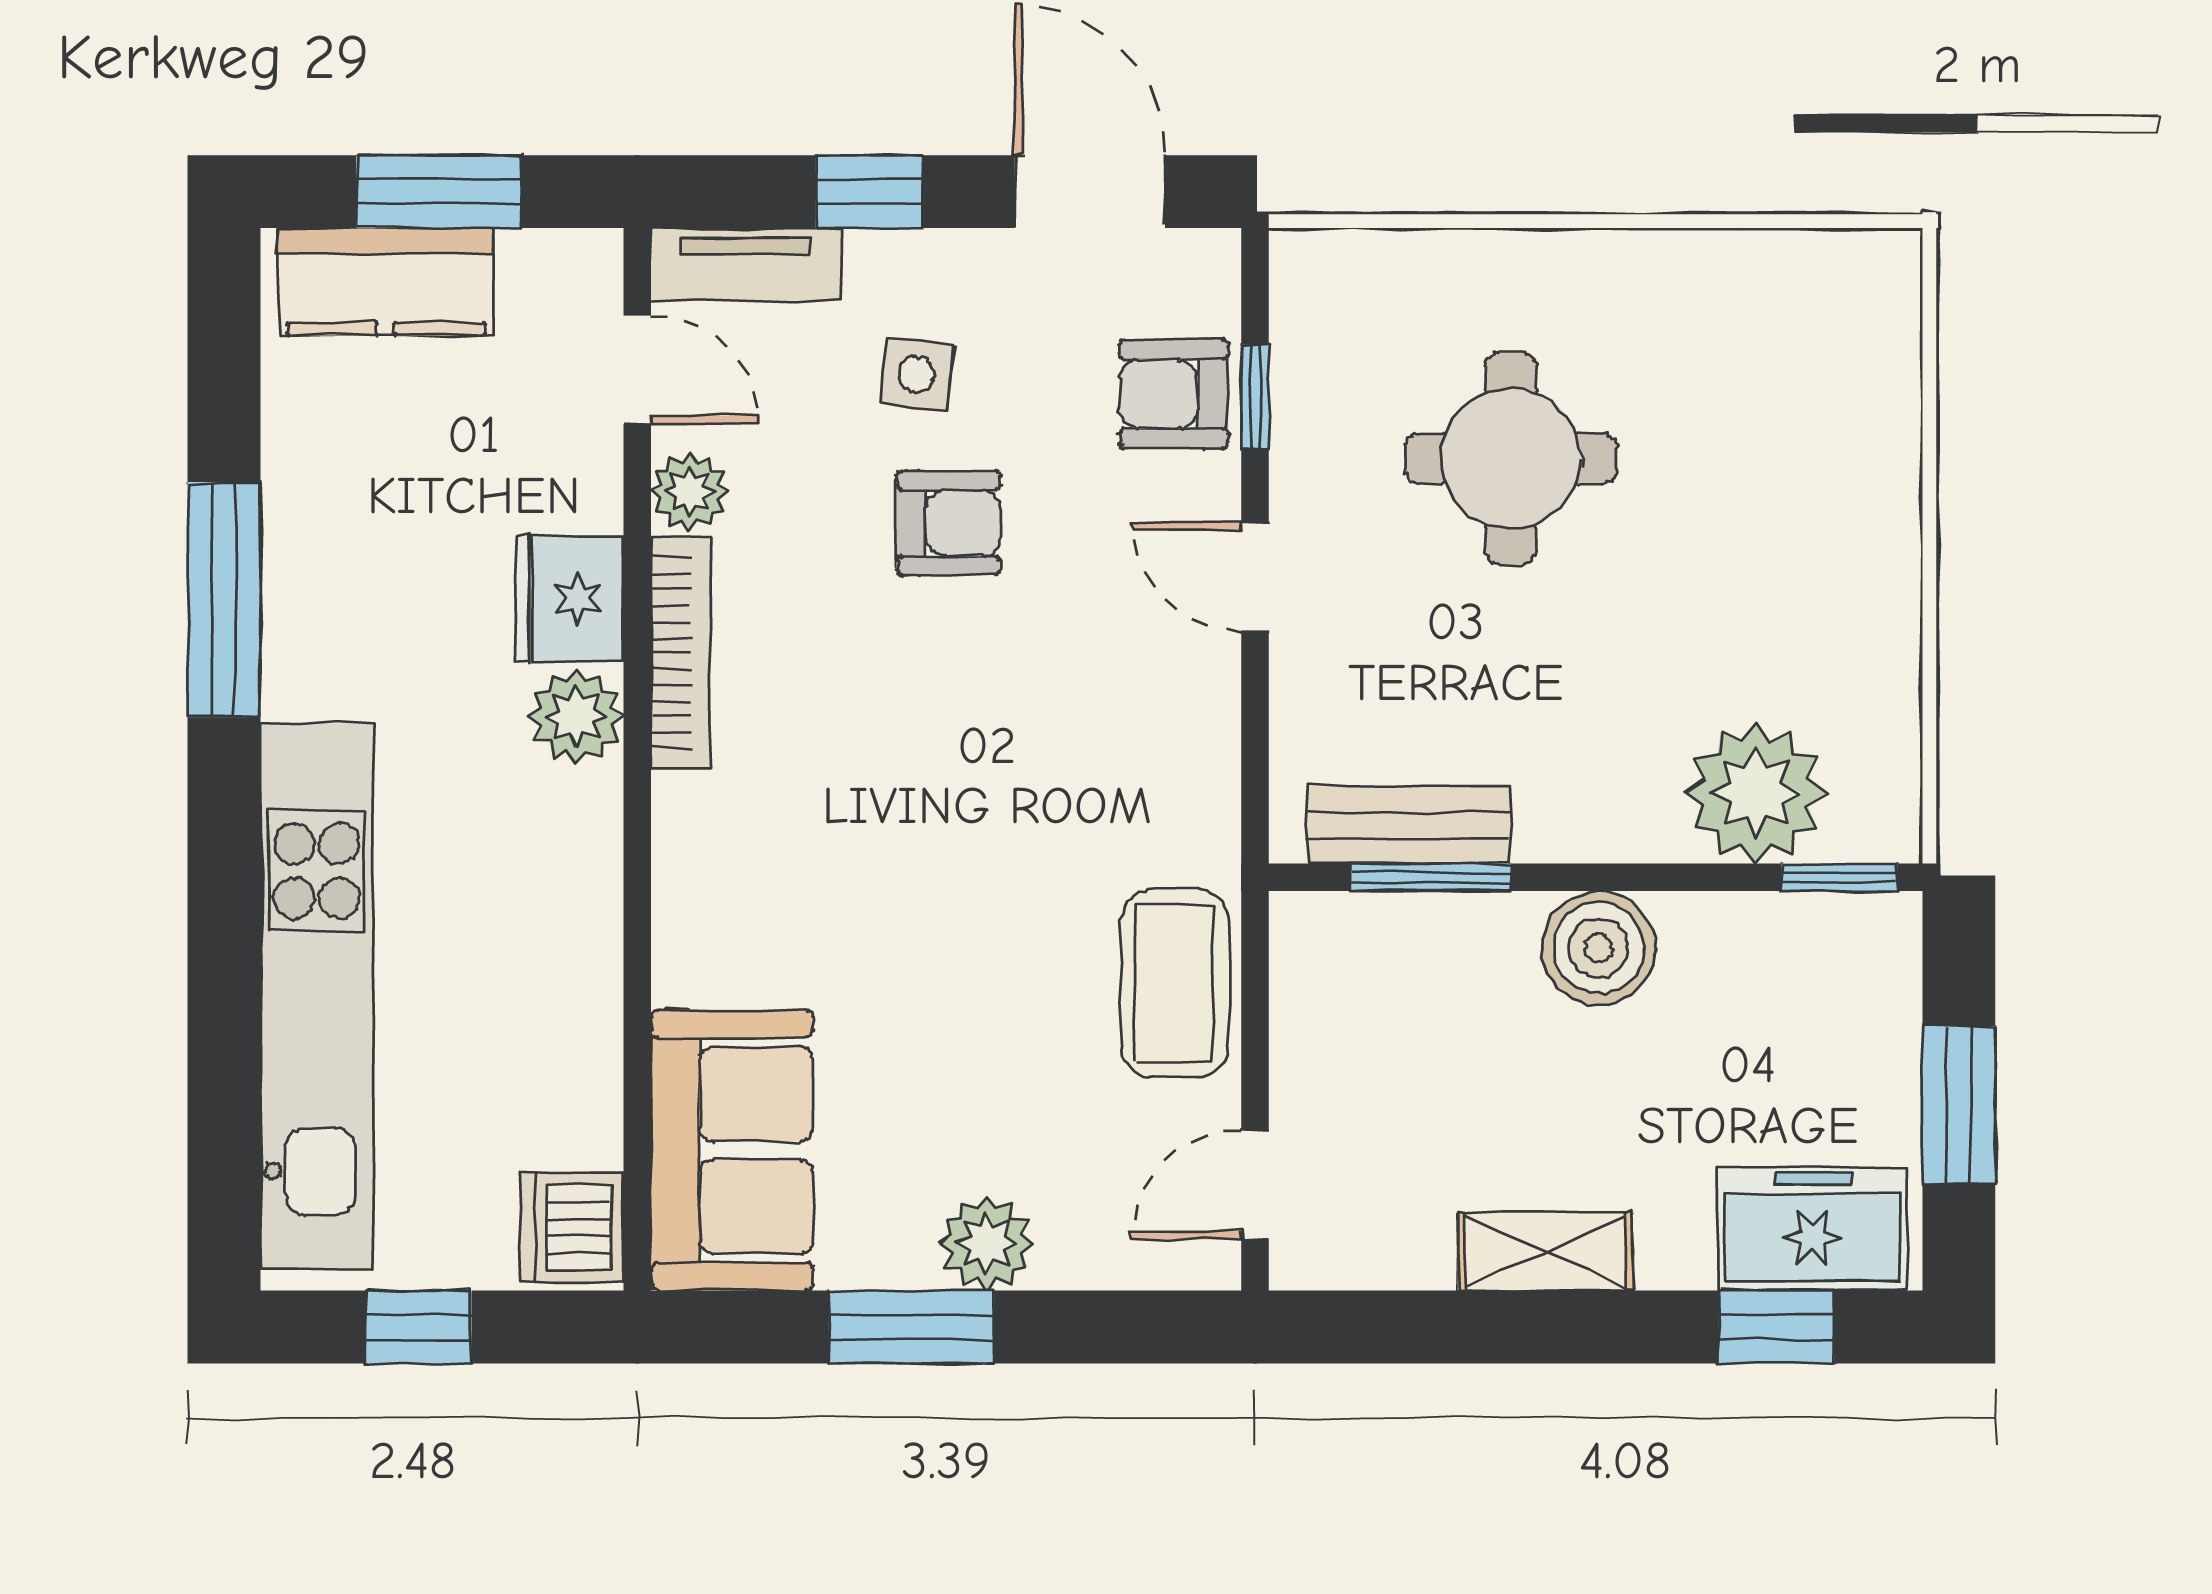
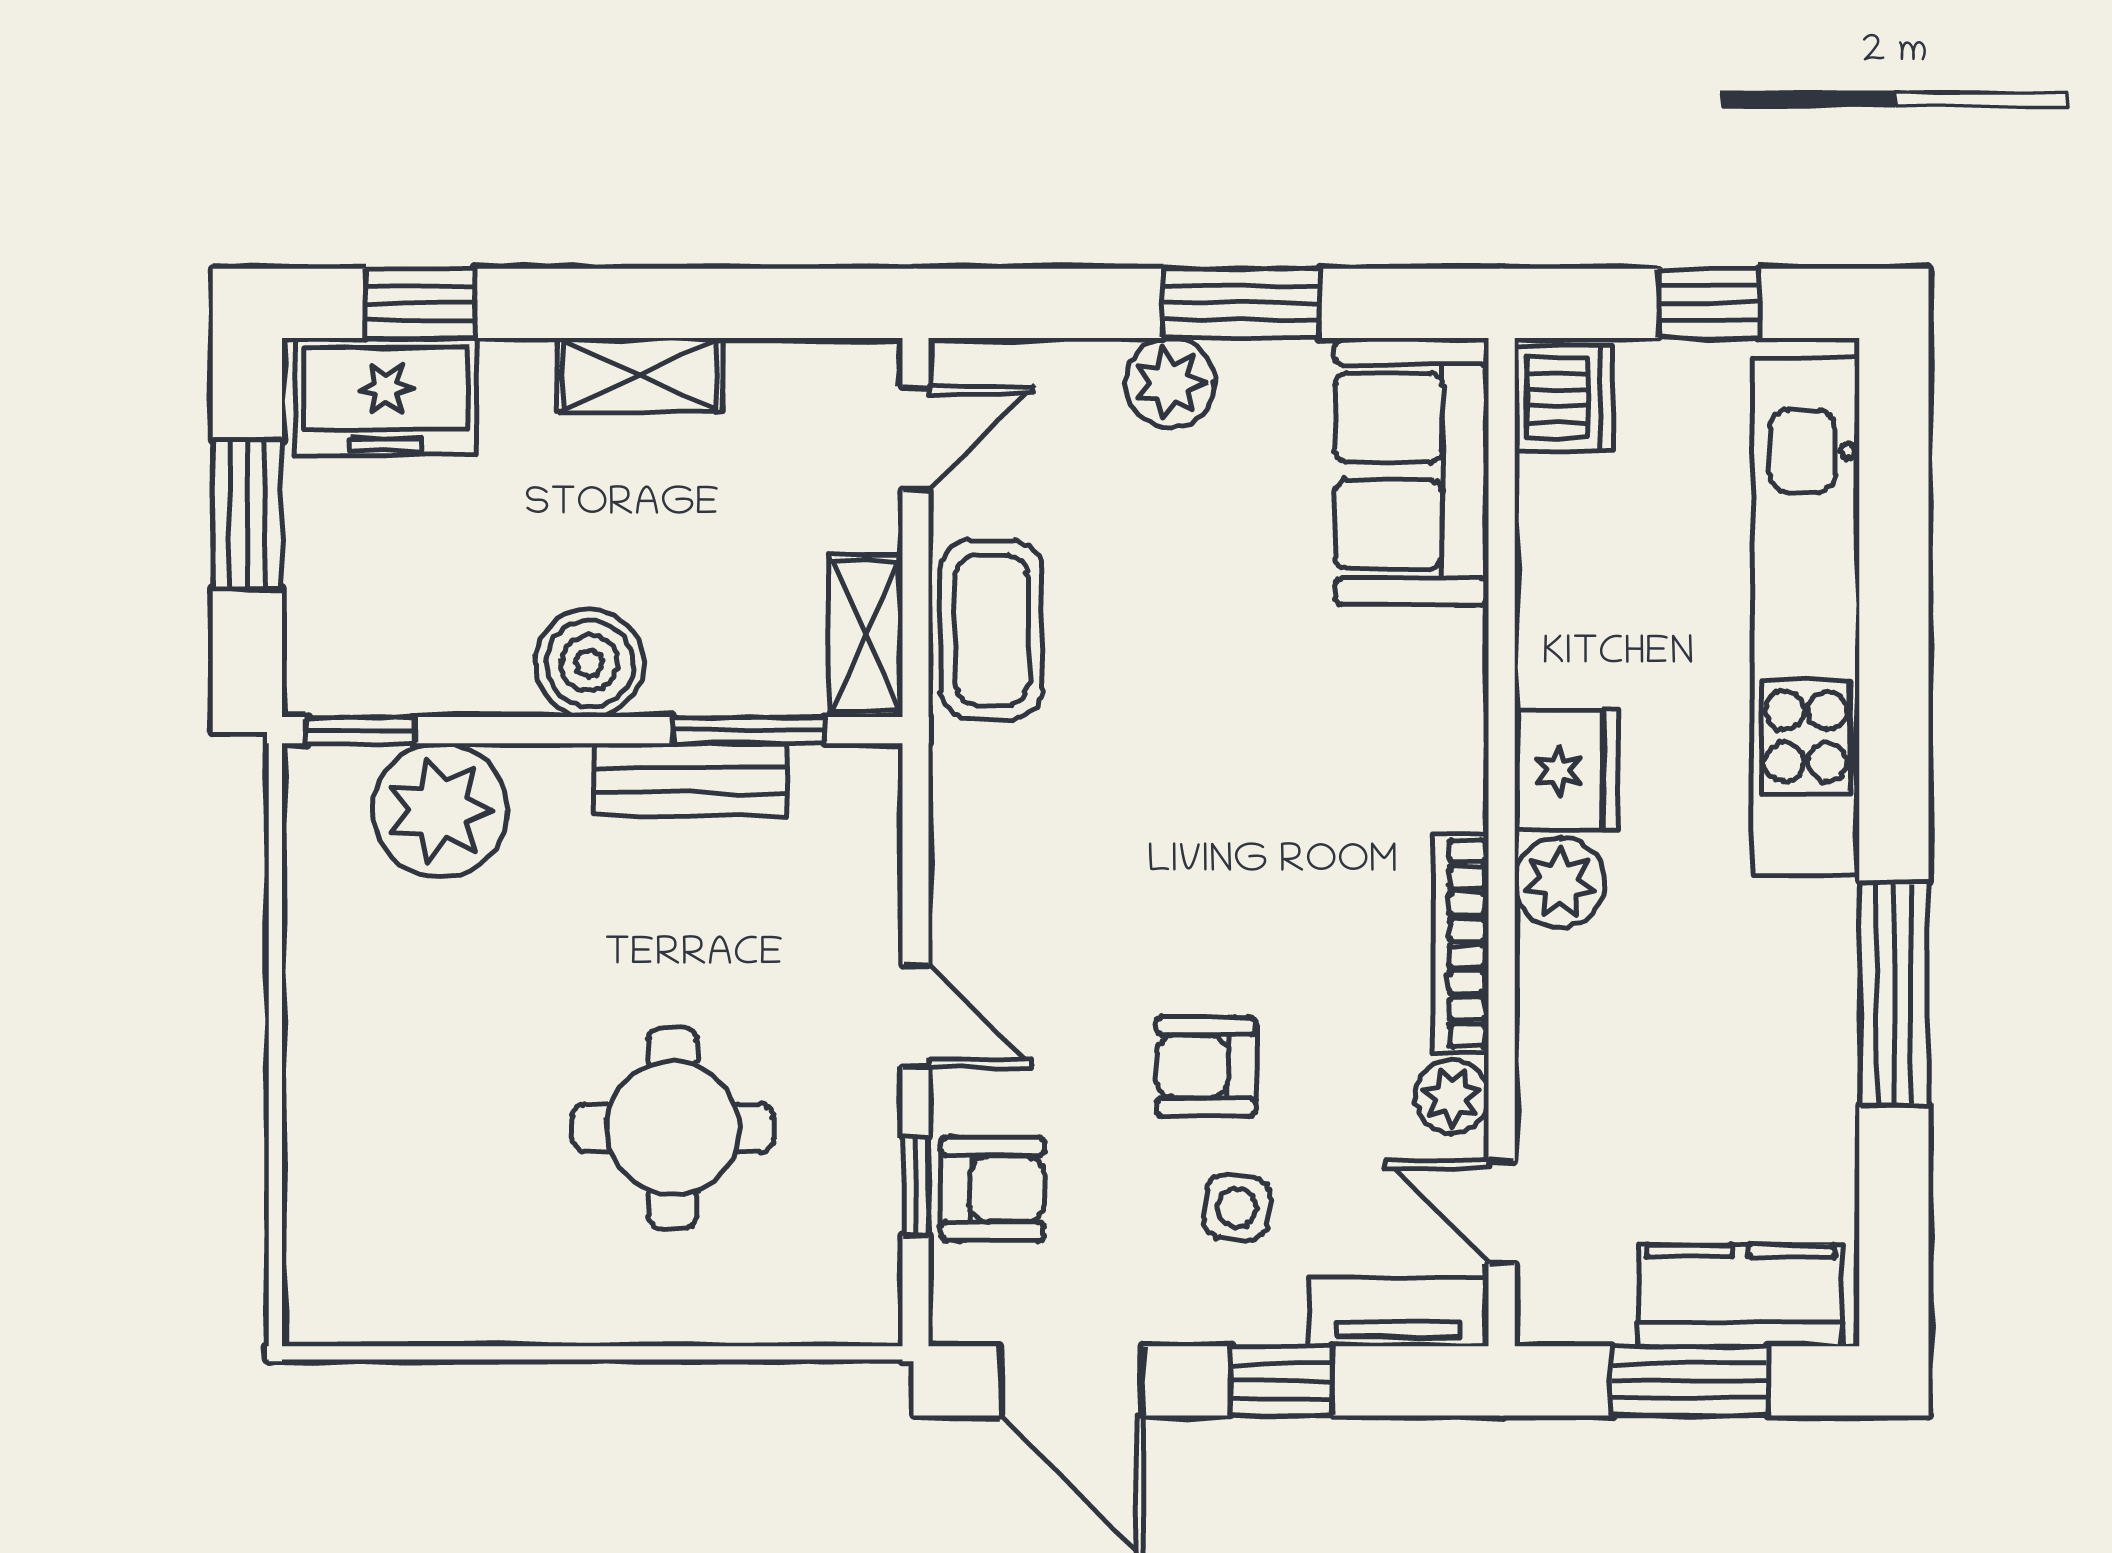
fridge: (569, 599) -> (1566, 770), moved
bench: (1408, 825) -> (690, 780), moved
shelving: (1307, 977) -> (866, 636), added

